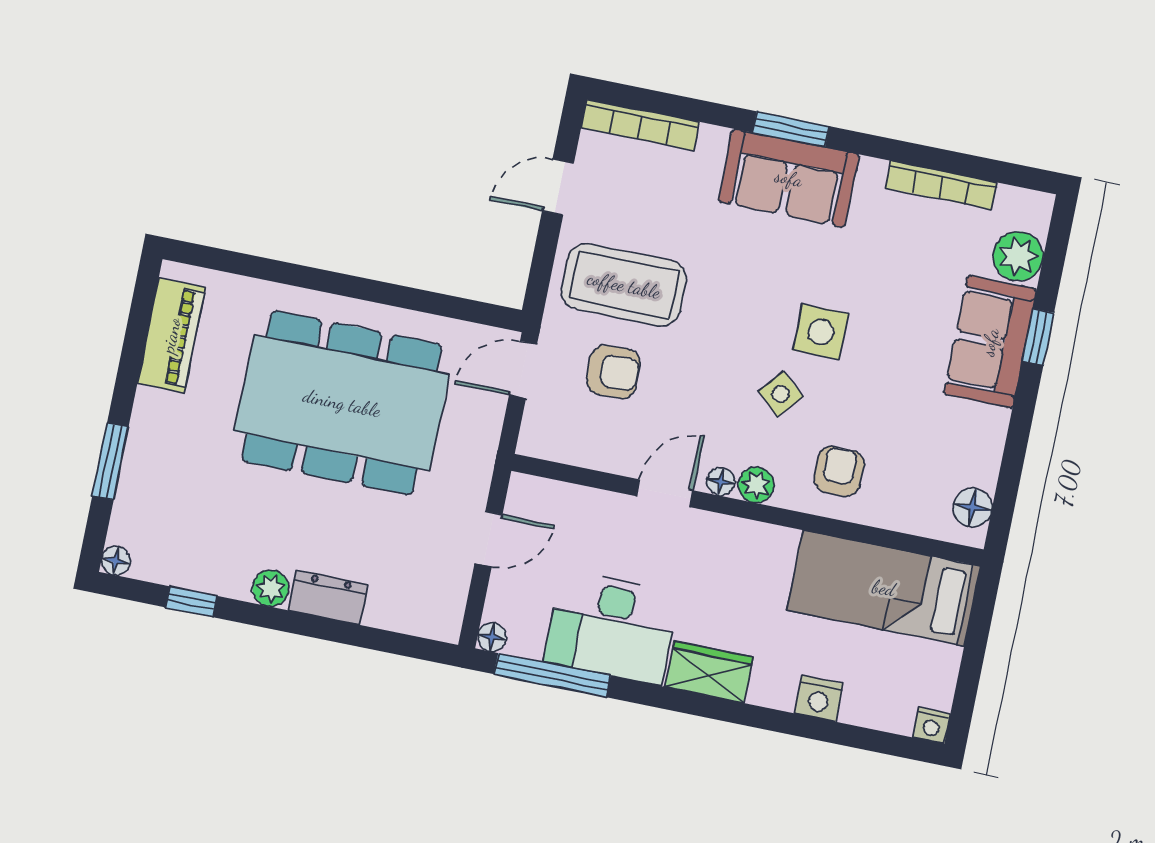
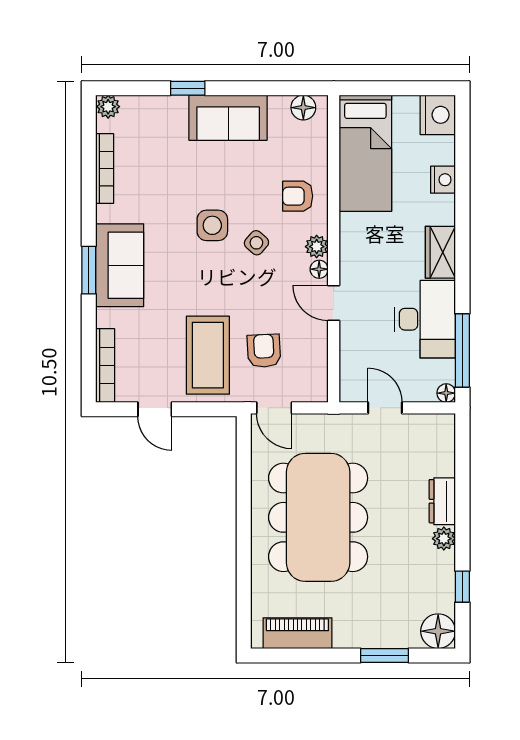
plant: (1018, 256) -> (108, 107), moved, width x0.73, depth x0.73
sofa: (990, 342) -> (228, 118), moved
floor lamp: (116, 561) -> (438, 631), width x1.89, depth x1.89
nightstand: (931, 726) -> (438, 115), width x1.89, depth x1.79

